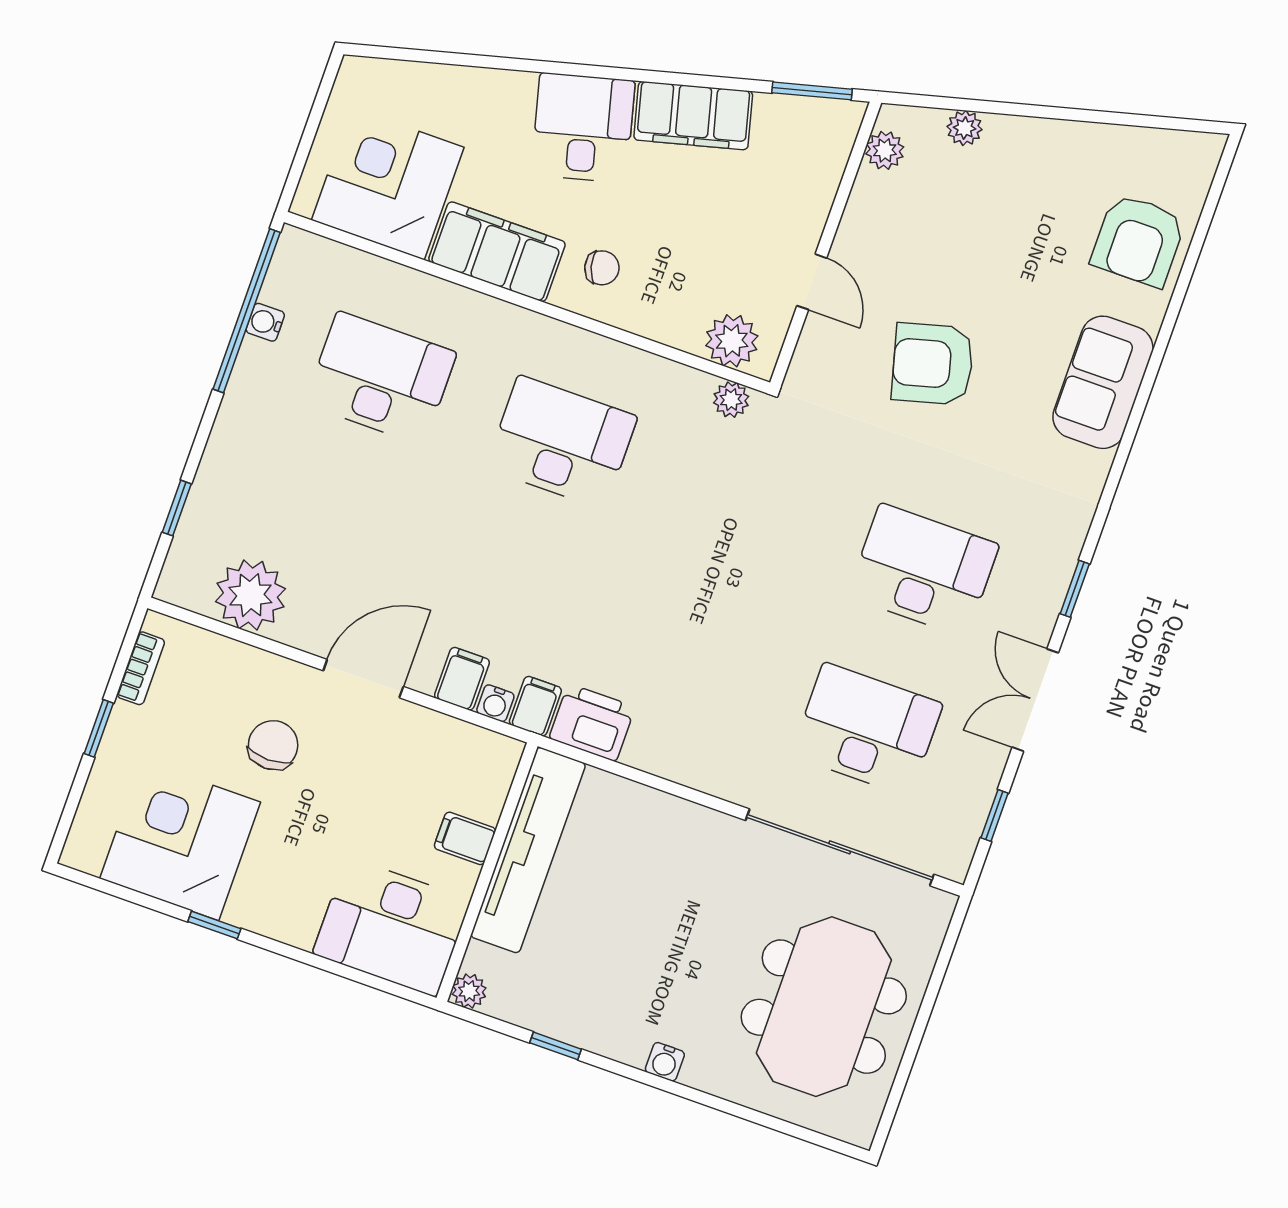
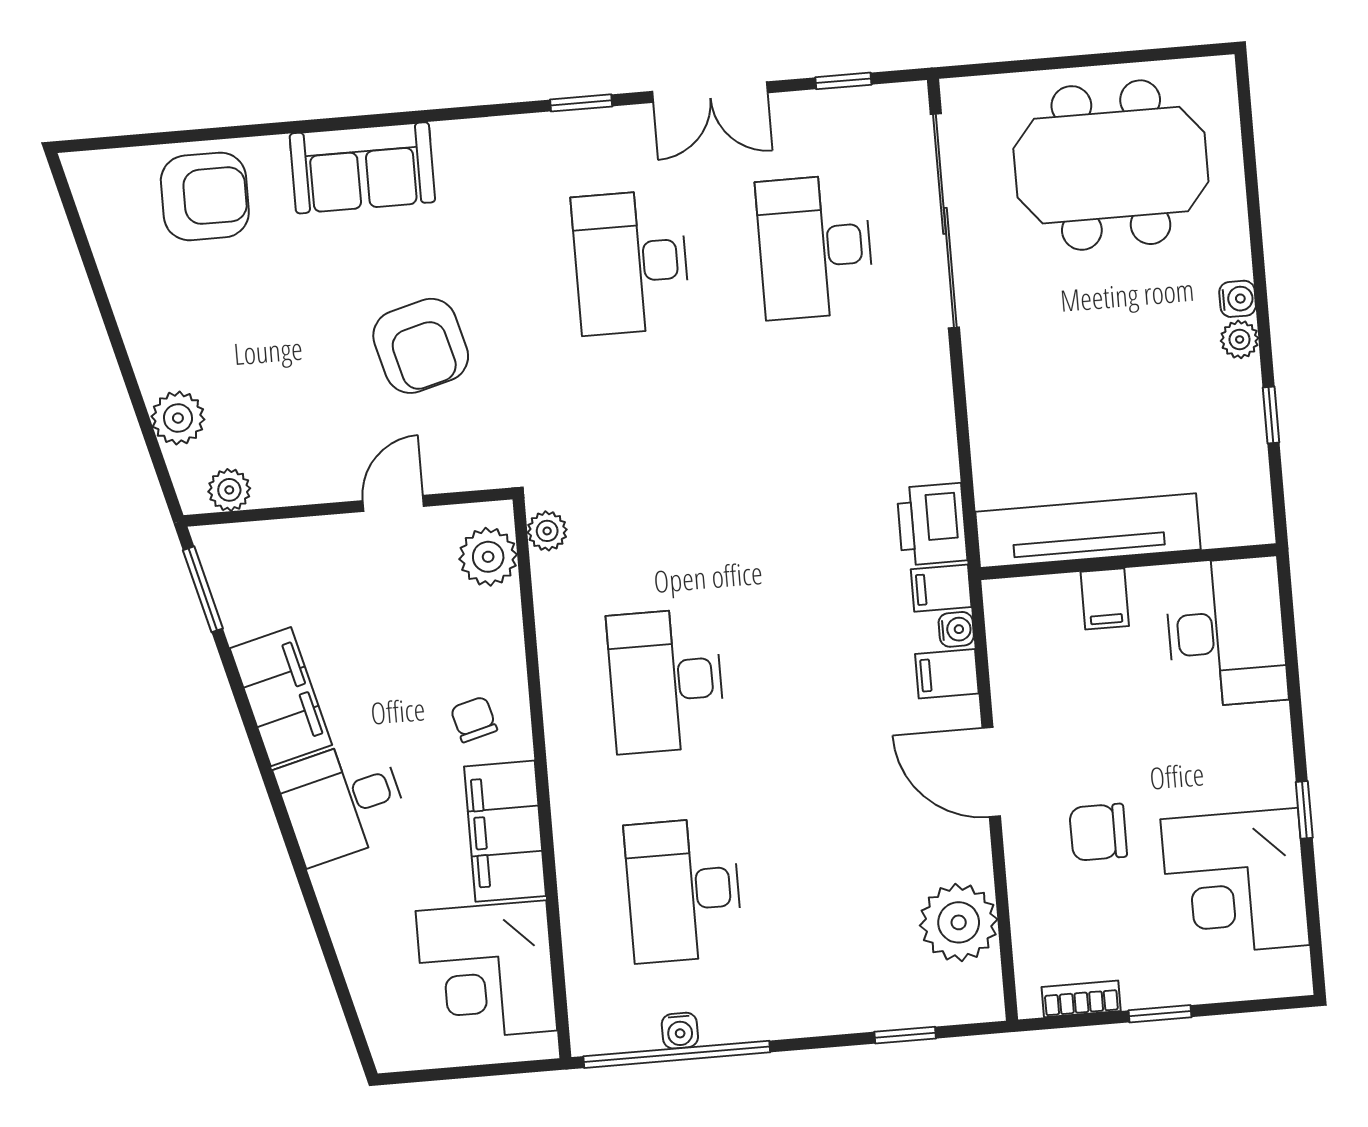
plant: (965, 128) -> (178, 418), width x1.38, depth x1.38
plant: (469, 991) -> (1240, 339), moved

